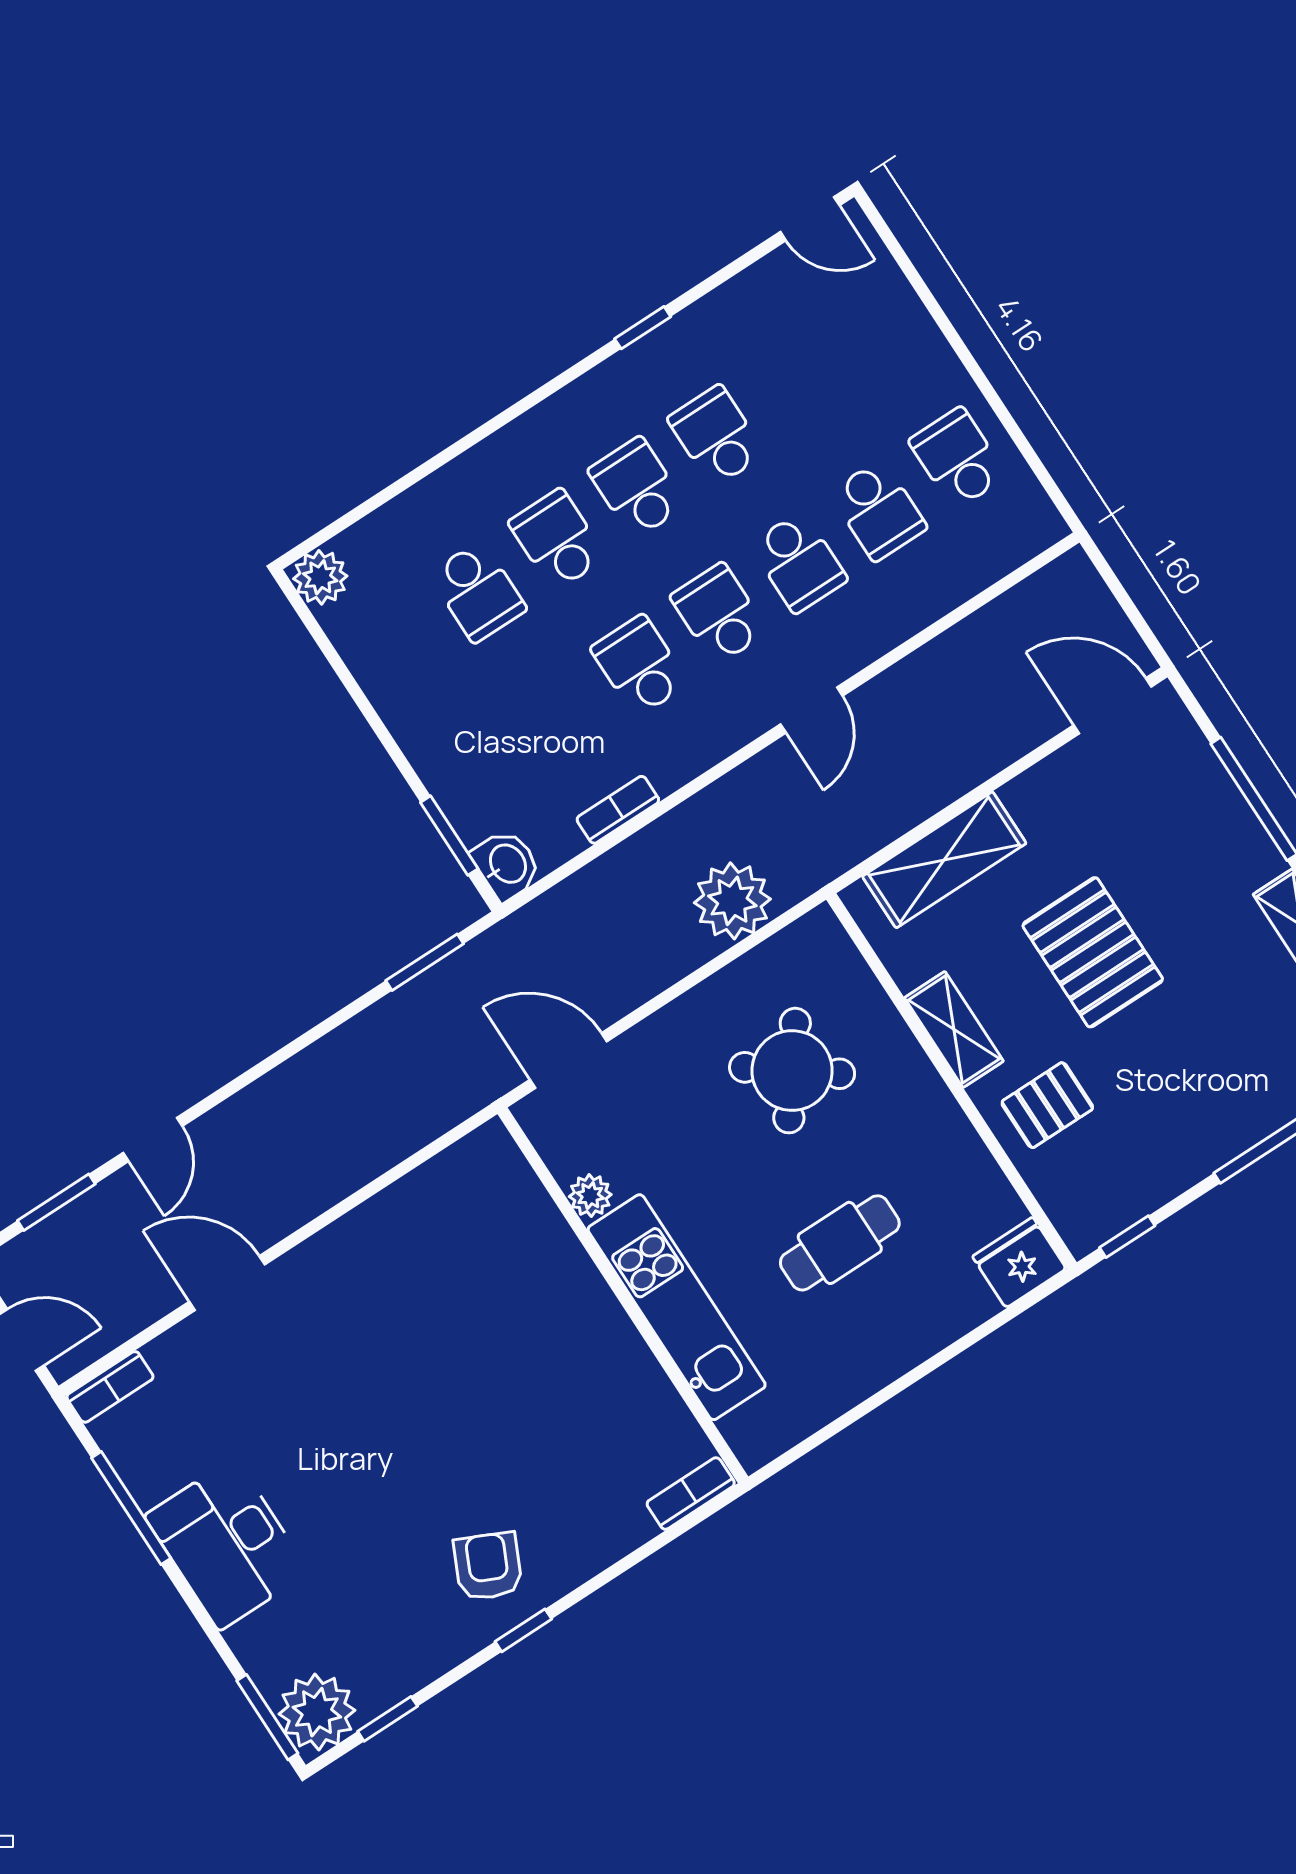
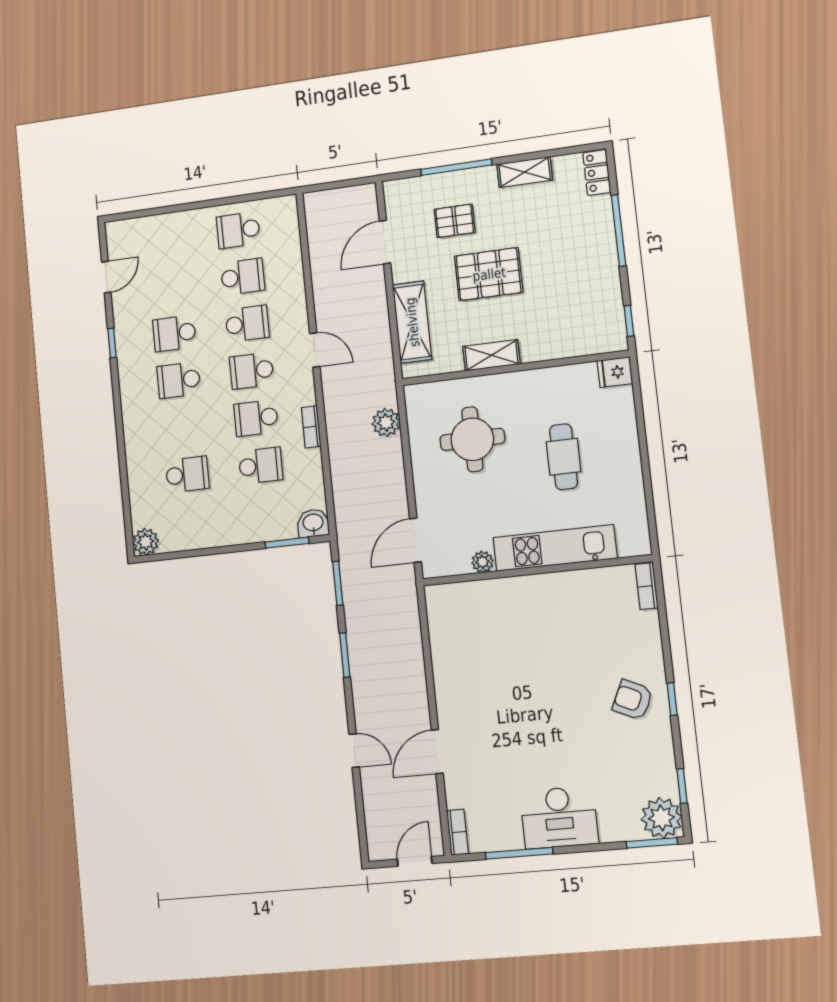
door: (810, 219) -> (106, 277), moved
school desk: (557, 540) -> (261, 466), moved, turned 180
door: (1113, 706) -> (385, 242), moved
bookcase: (618, 810) -> (311, 427), moved
plant: (732, 901) -> (386, 423), width x0.73, depth x0.73
round table: (792, 1071) -> (472, 439), turned -37
pallet: (1047, 1105) -> (455, 221), moved, turned 90
window: (56, 1202) -> (345, 655), moved
fridge: (1019, 1263) -> (615, 372), width x0.72

